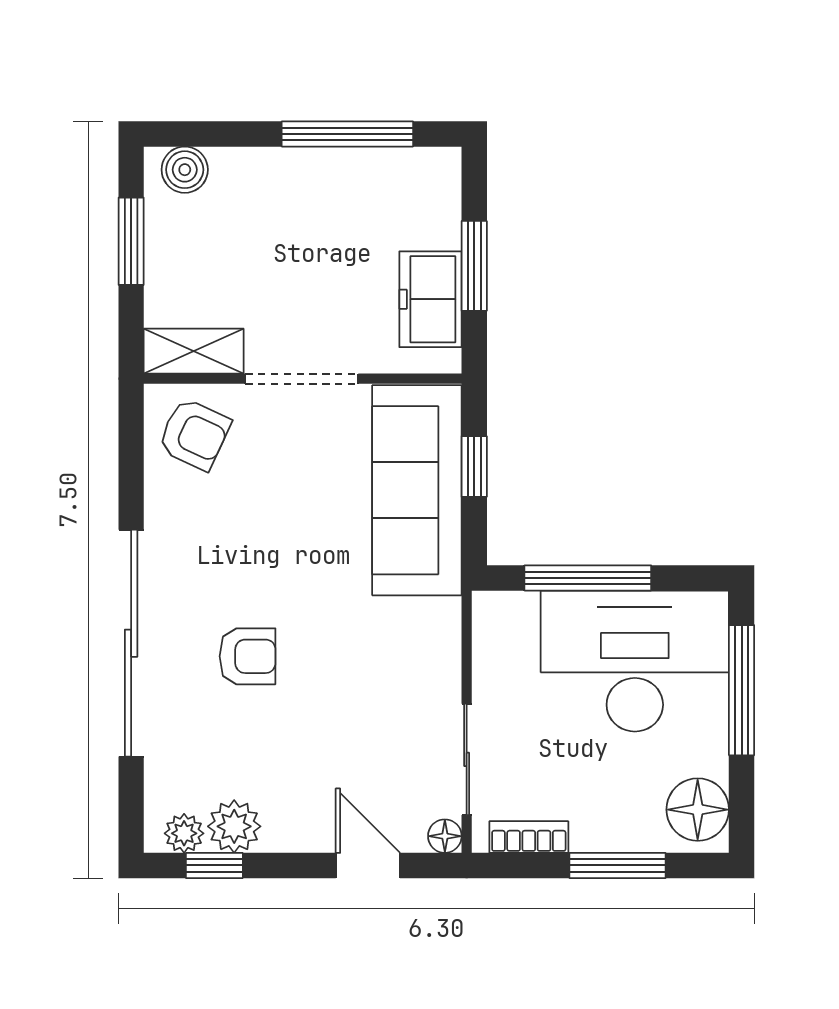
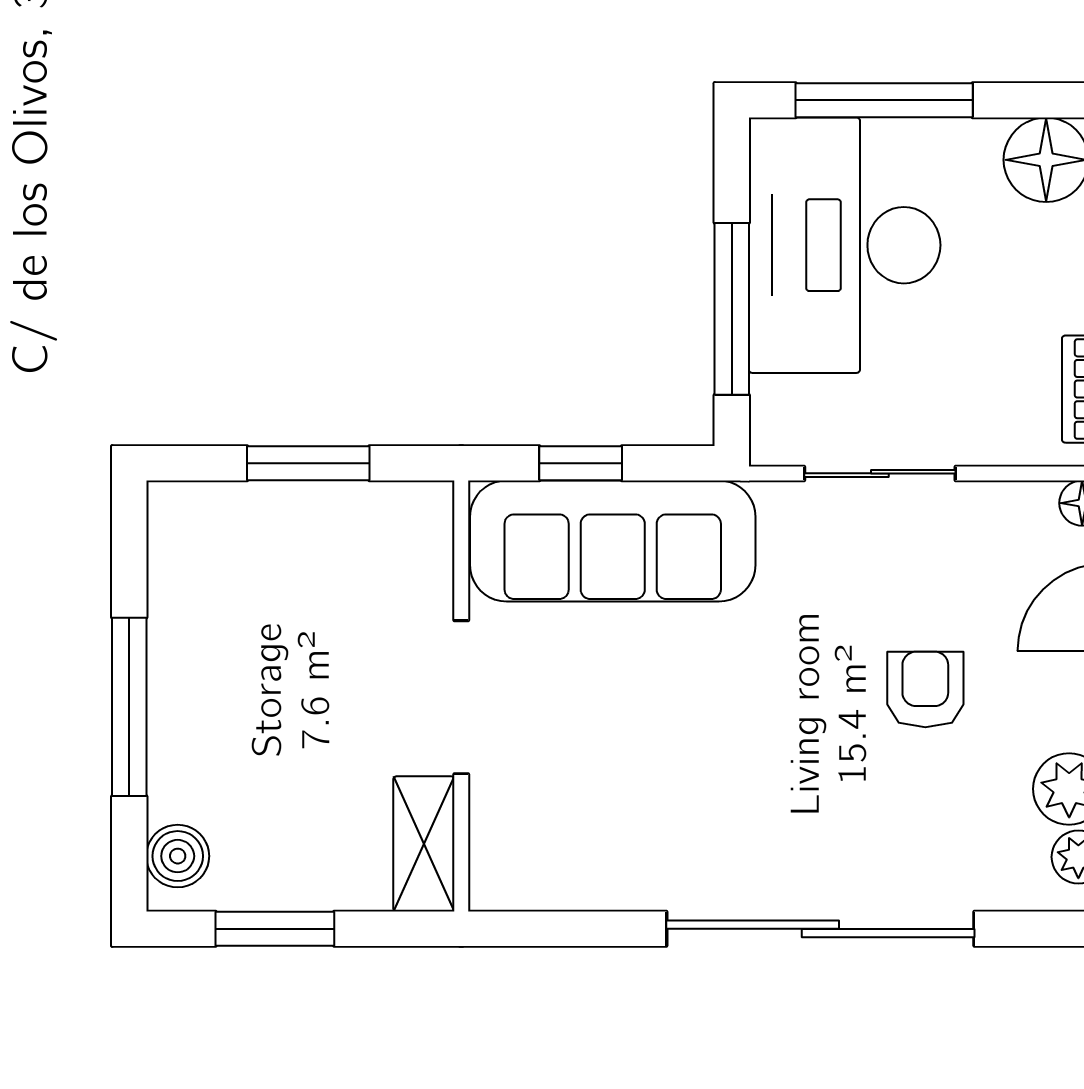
window: (347, 134) -> (129, 707), moved
freezer: (430, 299) -> (354, 523), removed
armchair: (194, 434) -> (537, 843), removed
armchair: (248, 656) -> (925, 690), moved
sliding door: (467, 759) -> (880, 473), moved

